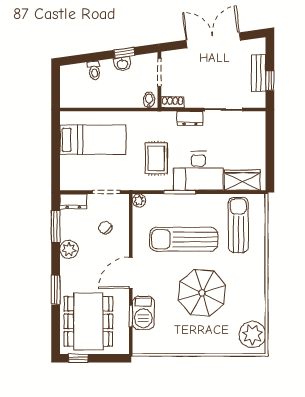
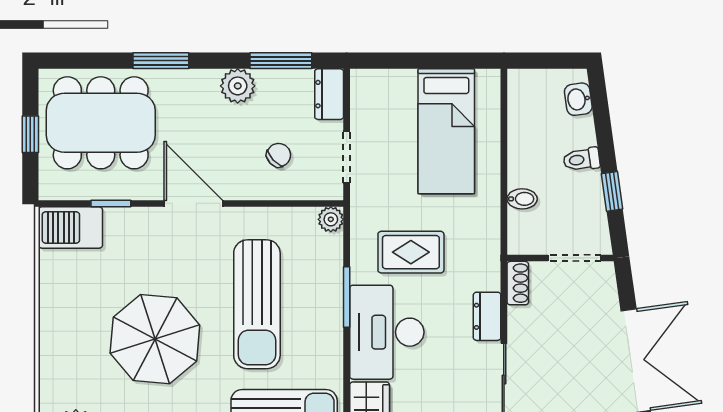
washbasin: (122, 64) -> (578, 99), moved
toilet: (94, 71) -> (582, 159), moved
bidet: (149, 100) -> (522, 199), moved
sun lounger: (184, 239) -> (257, 304), turned 180
barbecue: (143, 313) -> (70, 227), moved
window: (78, 358) -> (30, 134), moved

